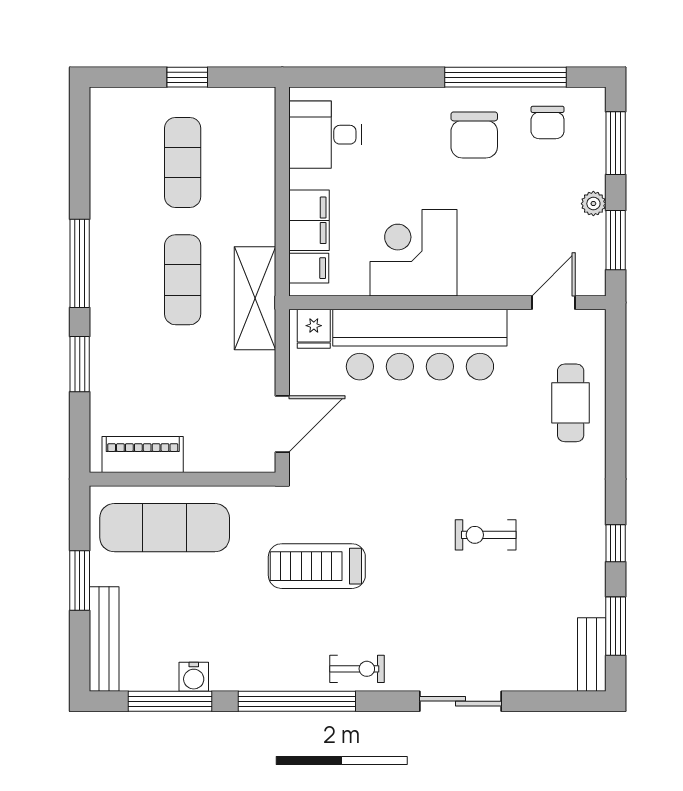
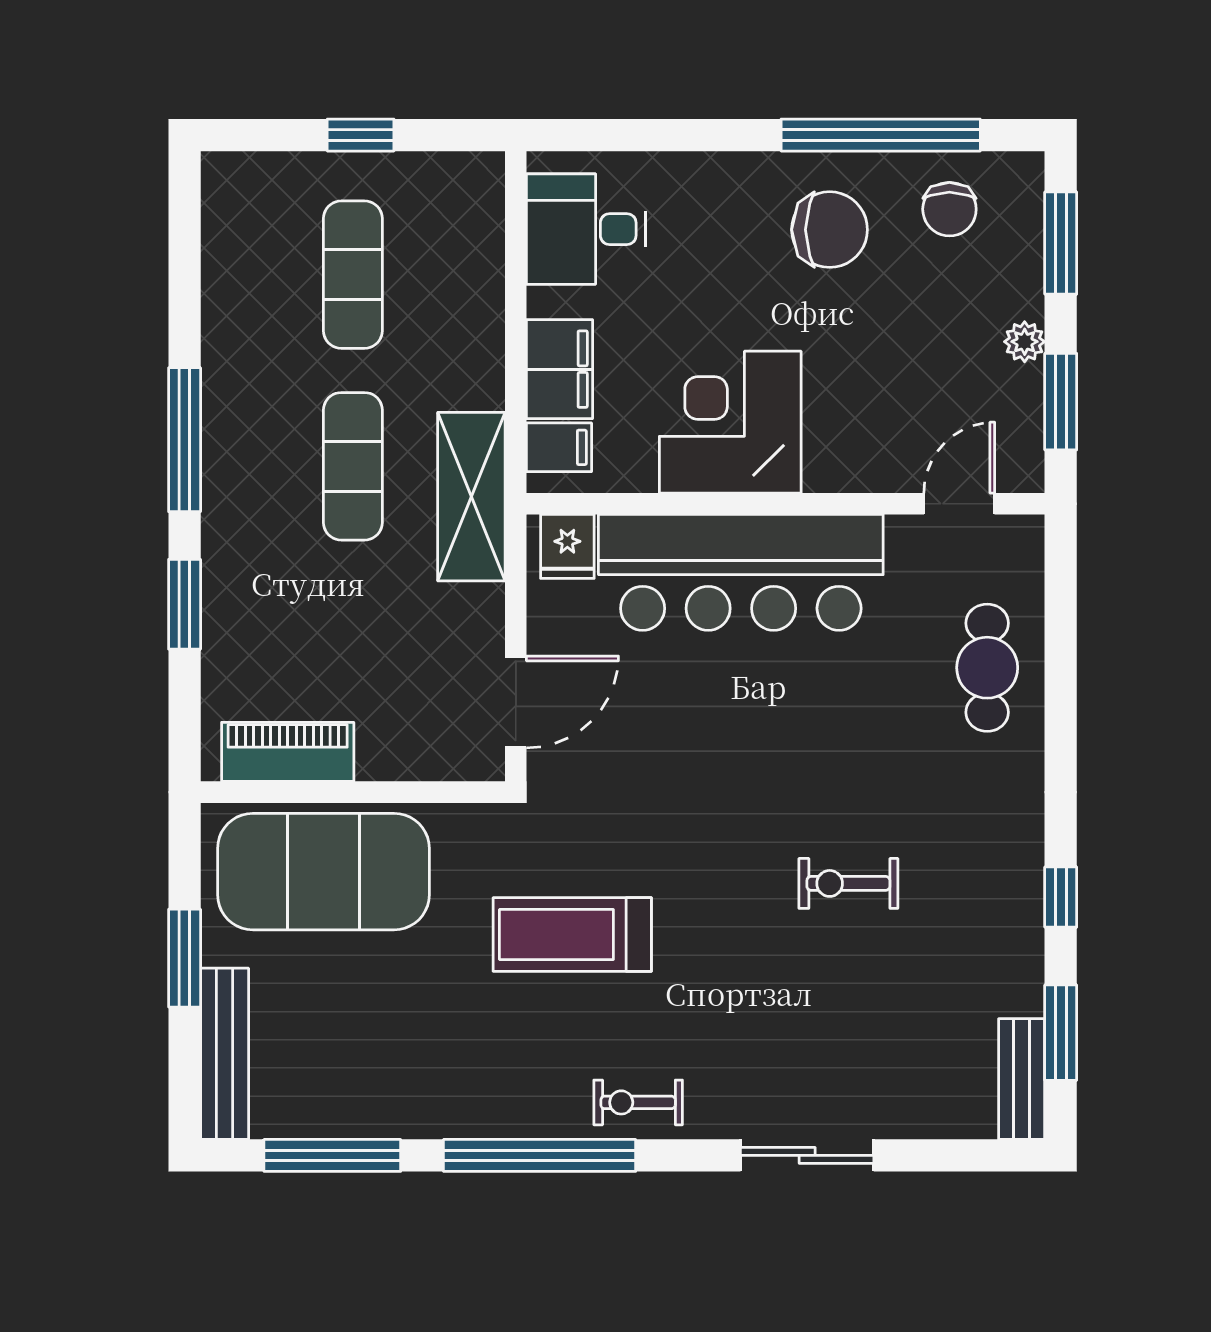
chair: (474, 135) -> (830, 230), turned -90
exercise mat: (165, 528) -> (323, 872), width x1.47
exercise bike: (357, 669) -> (638, 1102), turned 180
water cooler: (194, 677) -> (371, 1115), removed

